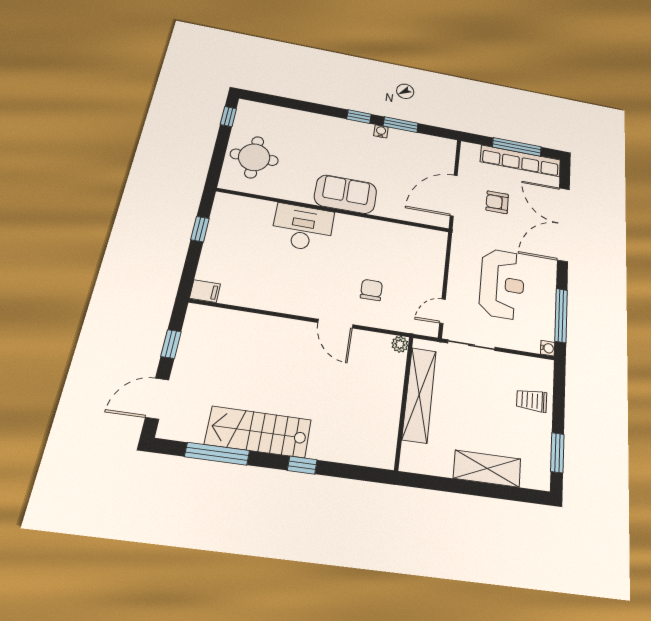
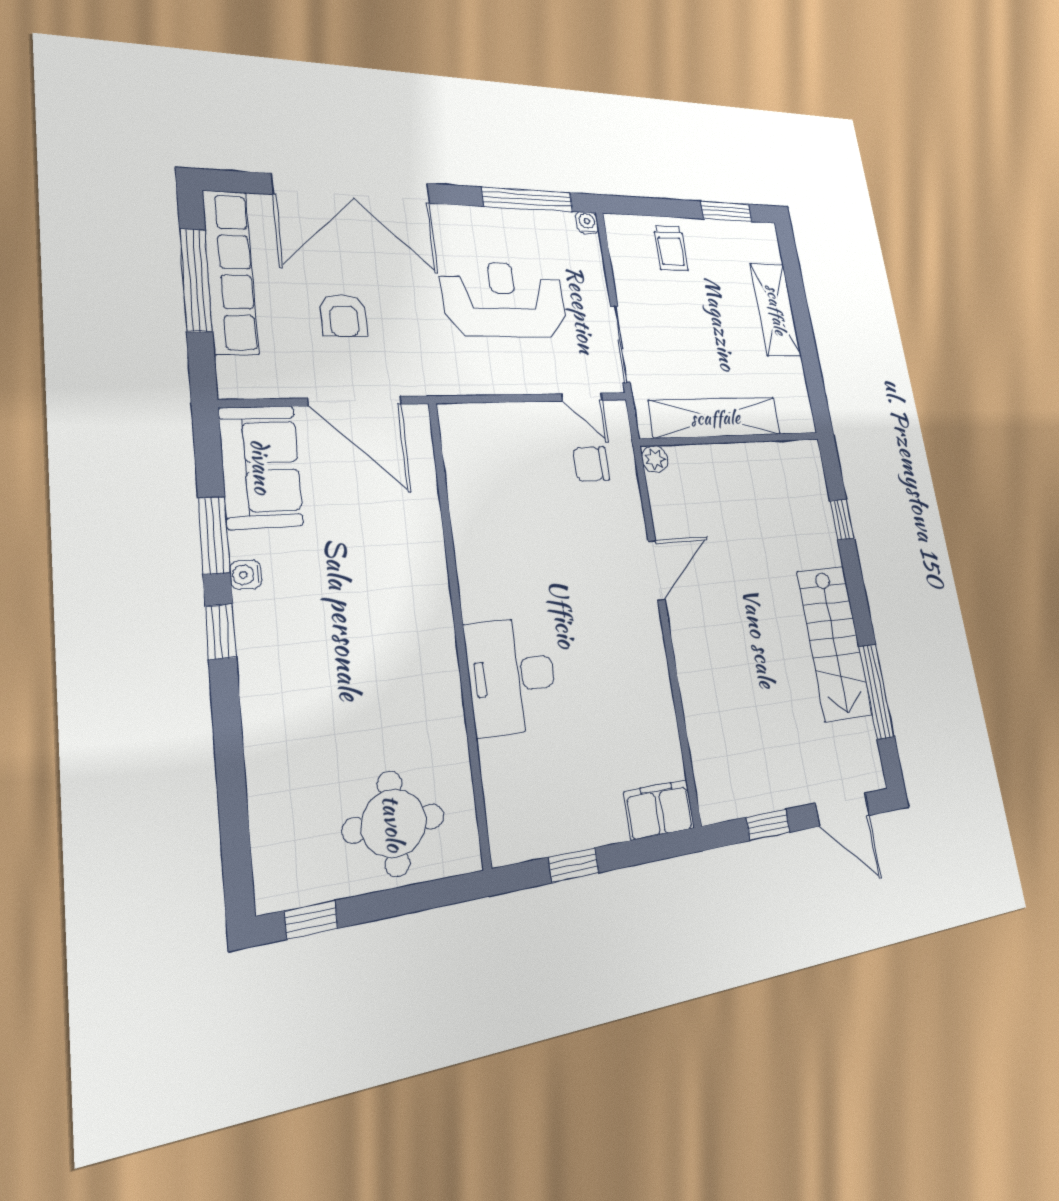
sofa: (346, 194) -> (261, 467), moved, turned 180
chair: (371, 290) -> (591, 464), moved
filing cabinet: (205, 291) -> (659, 810), width x2.00
window: (302, 465) -> (842, 520), moved

